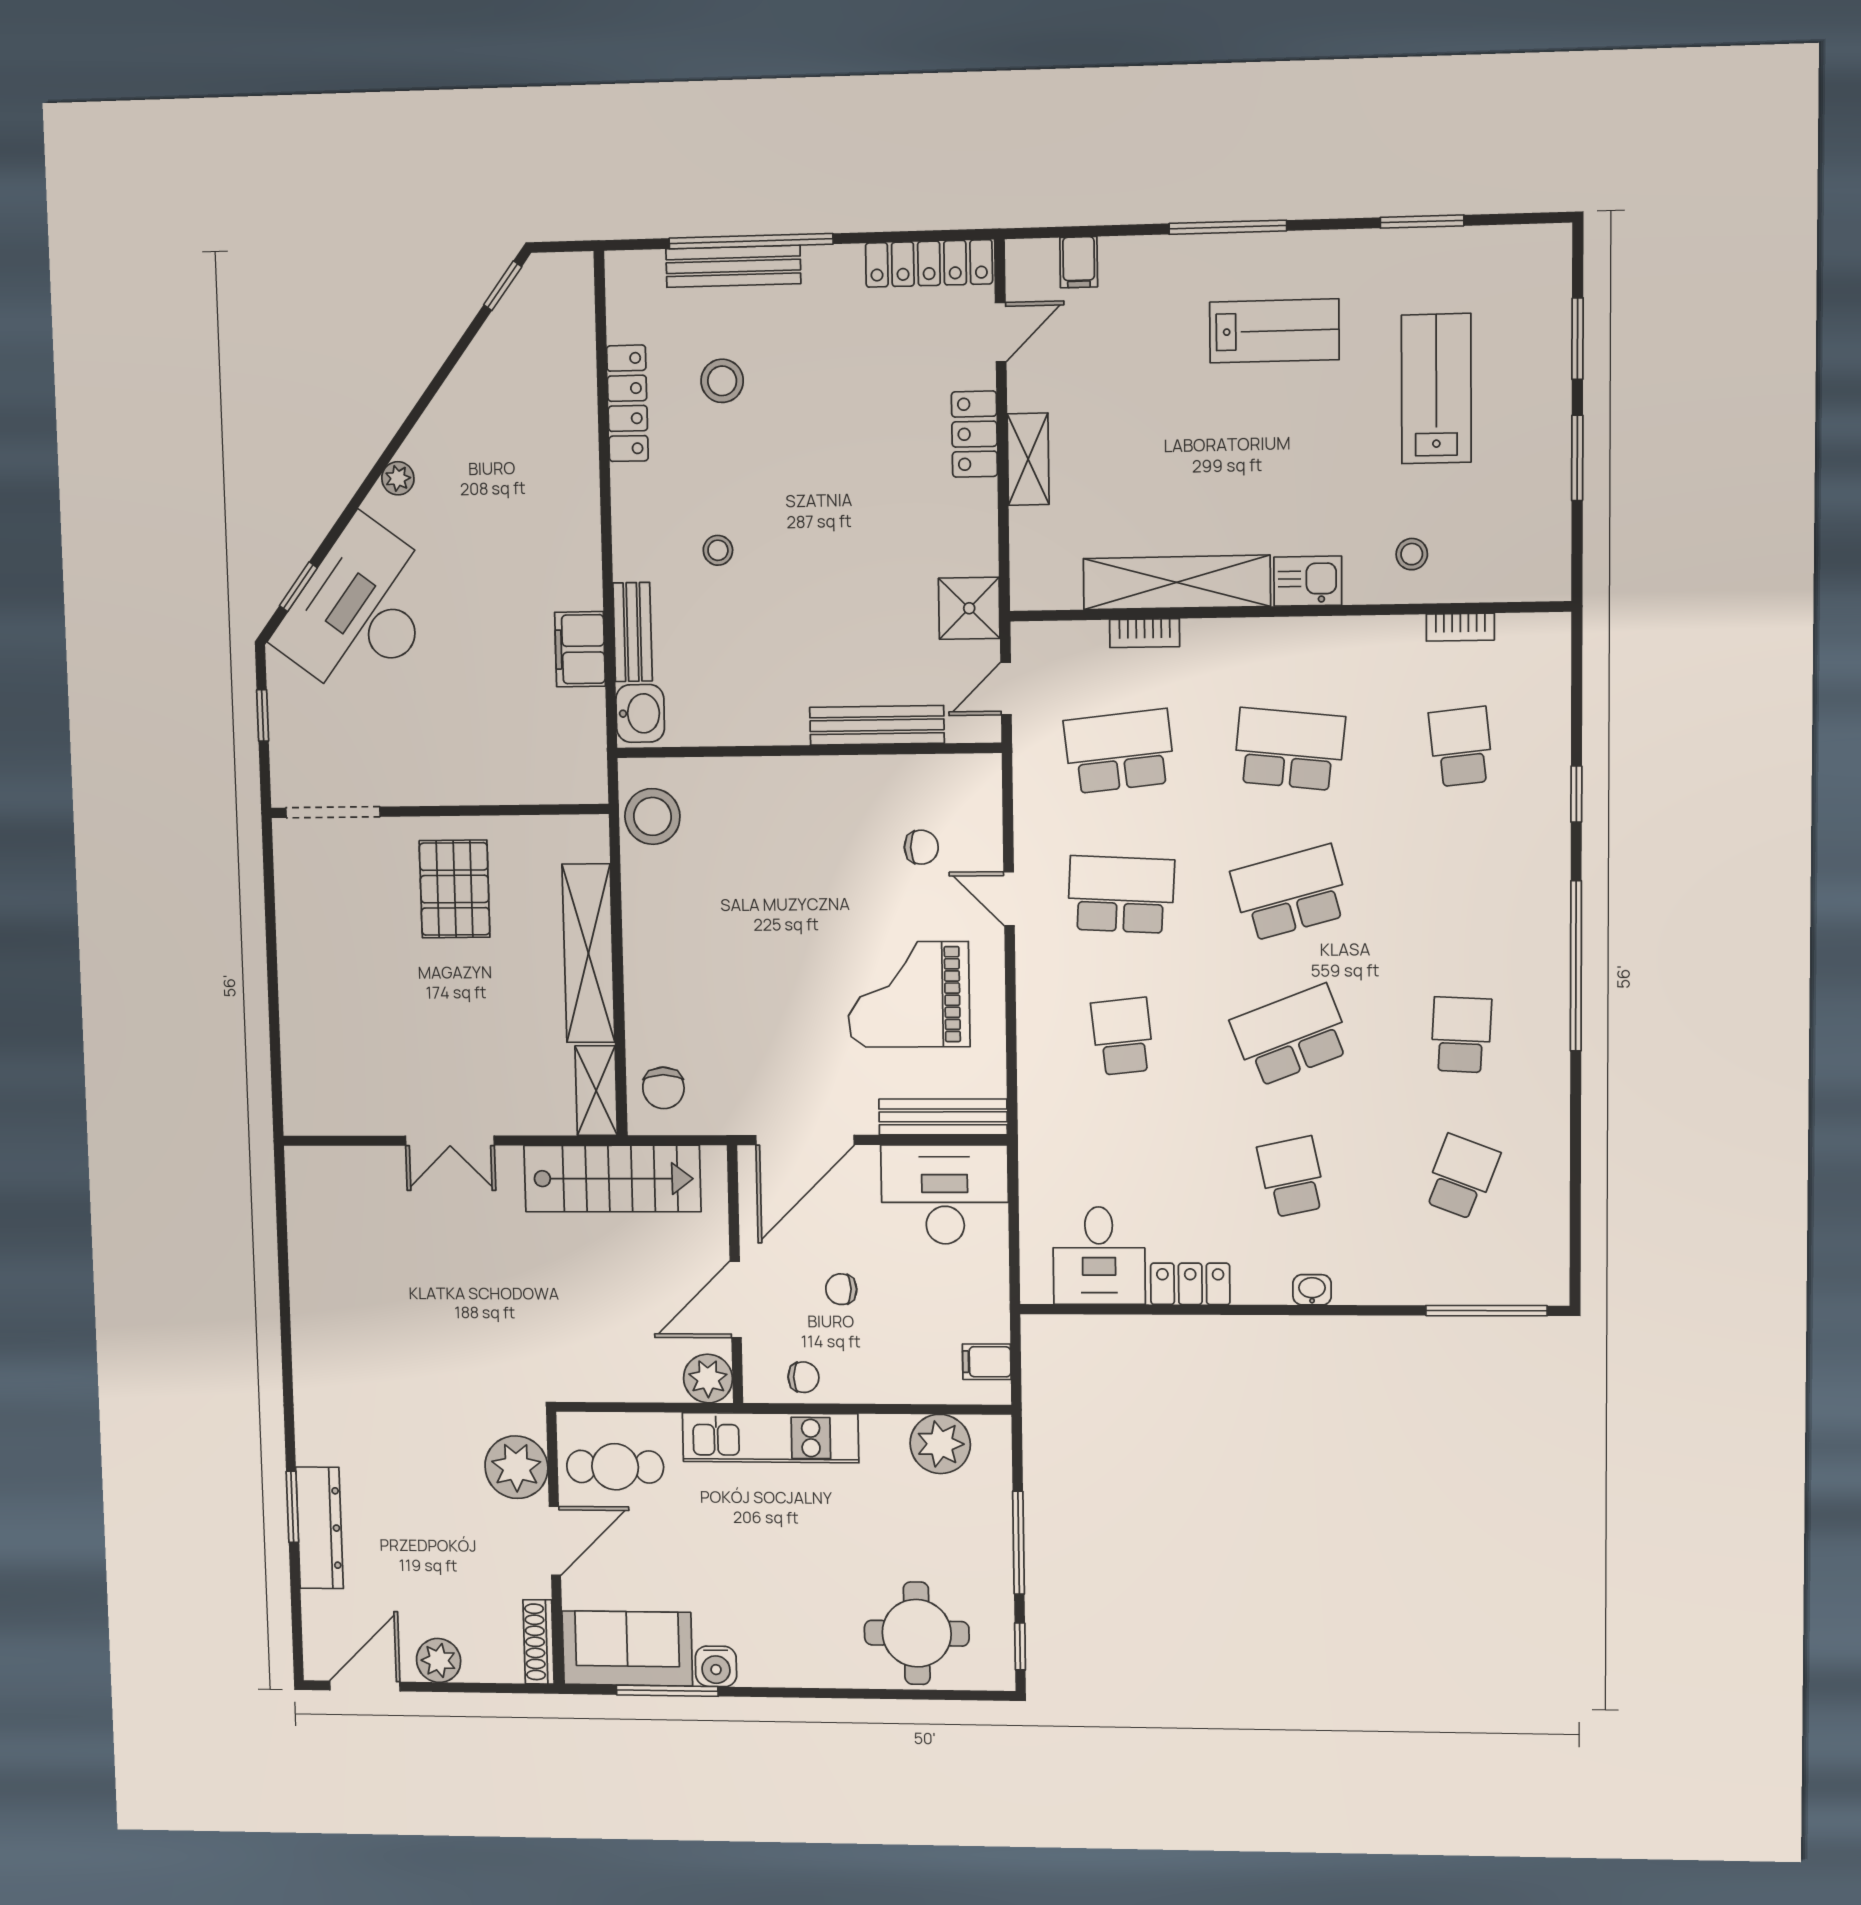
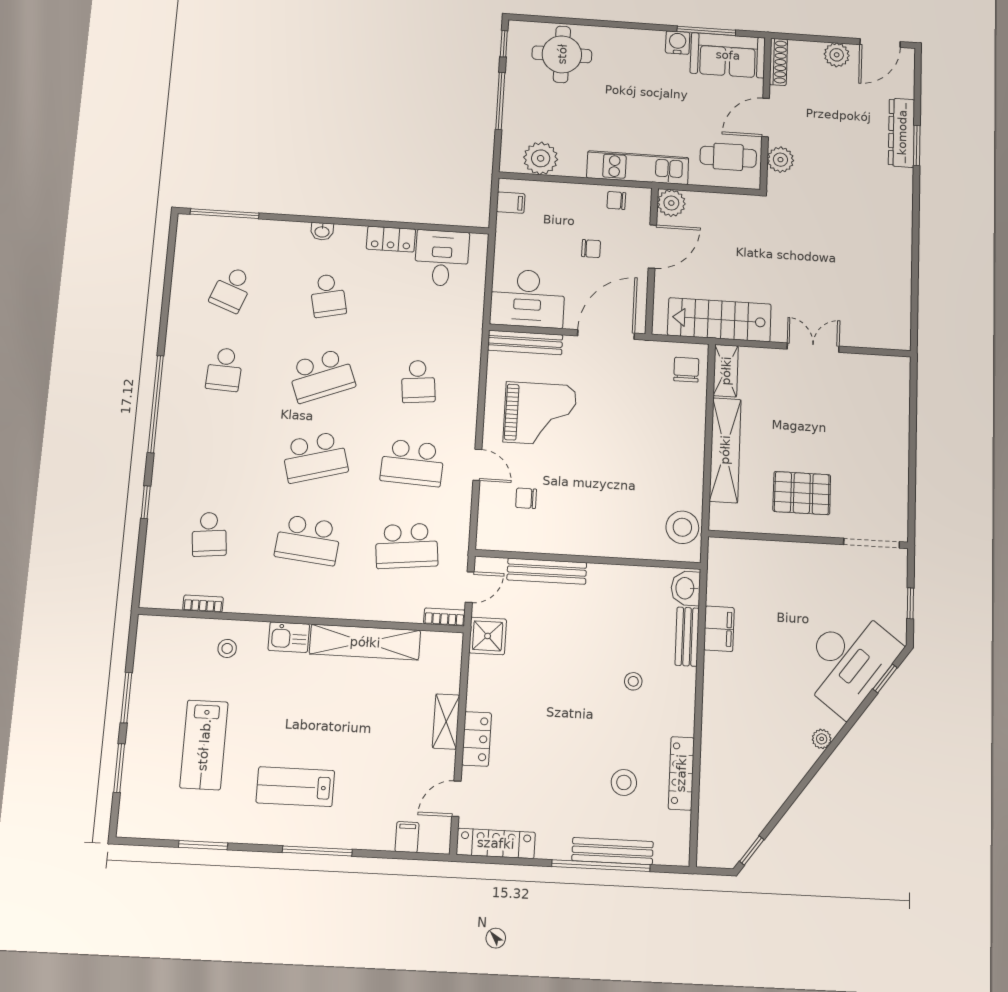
bookcase: (1145, 633) -> (444, 617), moved
pallet: (455, 889) -> (802, 493), turned 90
plant: (516, 1467) -> (780, 160), width x0.73, depth x0.73

